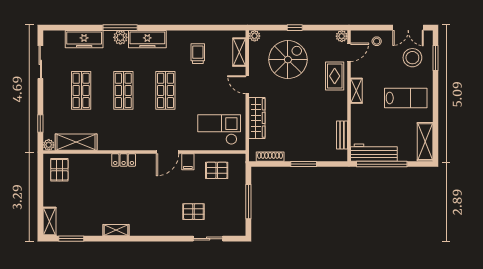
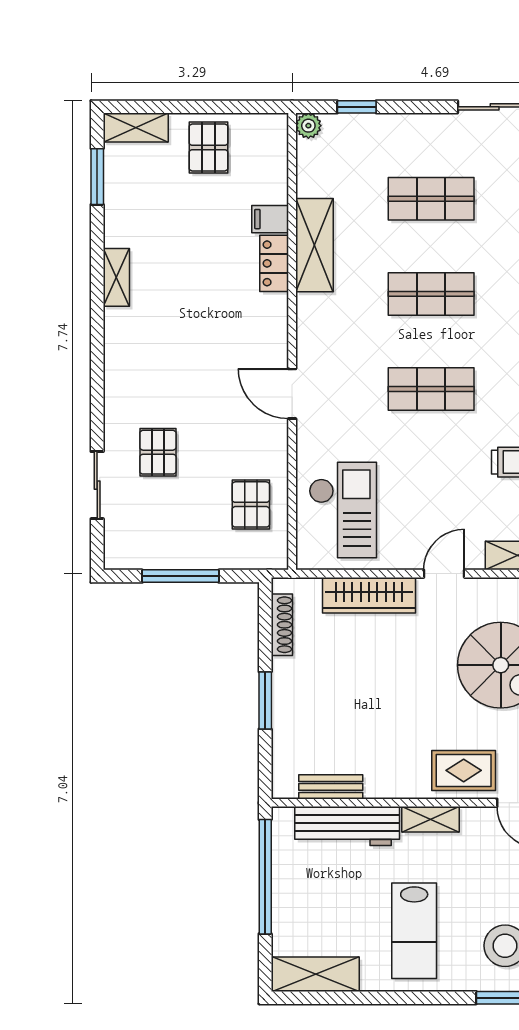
shelving: (76, 142) -> (314, 245), moved
workbench: (374, 153) -> (347, 826), moved, turned 90
locker: (124, 160) -> (274, 263), moved
filing cabinet: (188, 162) -> (270, 219), moved
pallet: (59, 170) -> (208, 148), moved, turned 90

